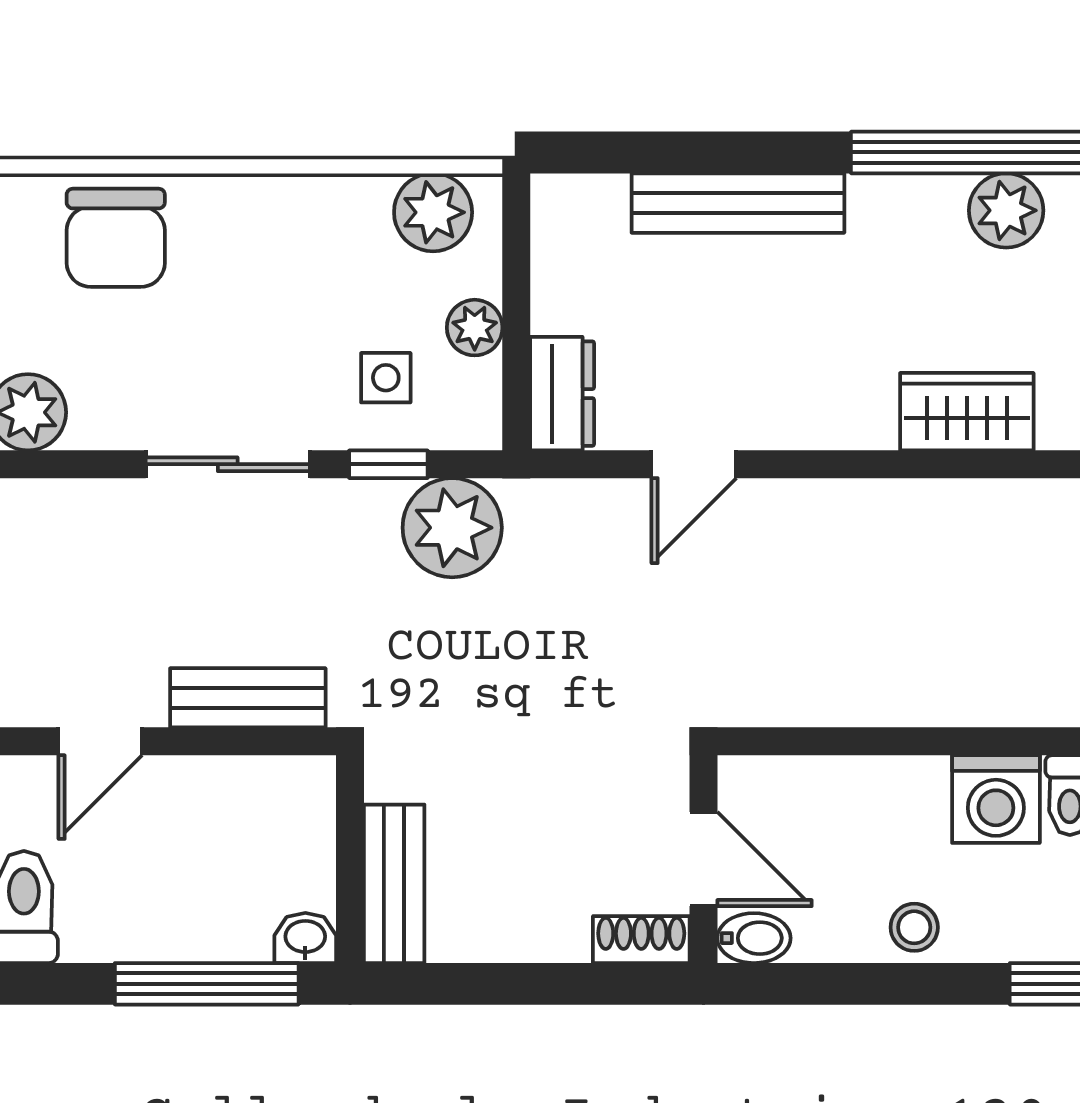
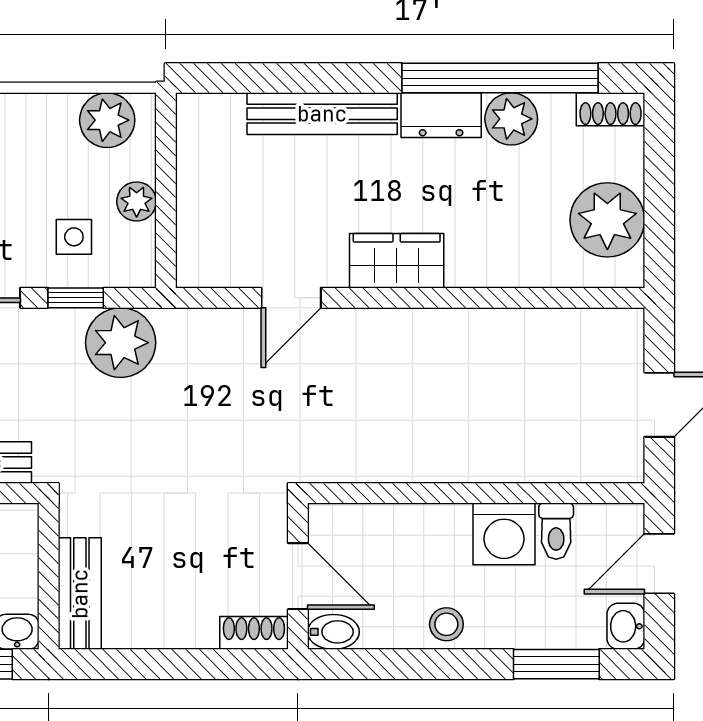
dresser: (562, 394) -> (441, 115), moved, turned 90
wardrobe: (967, 412) -> (397, 261), moved

